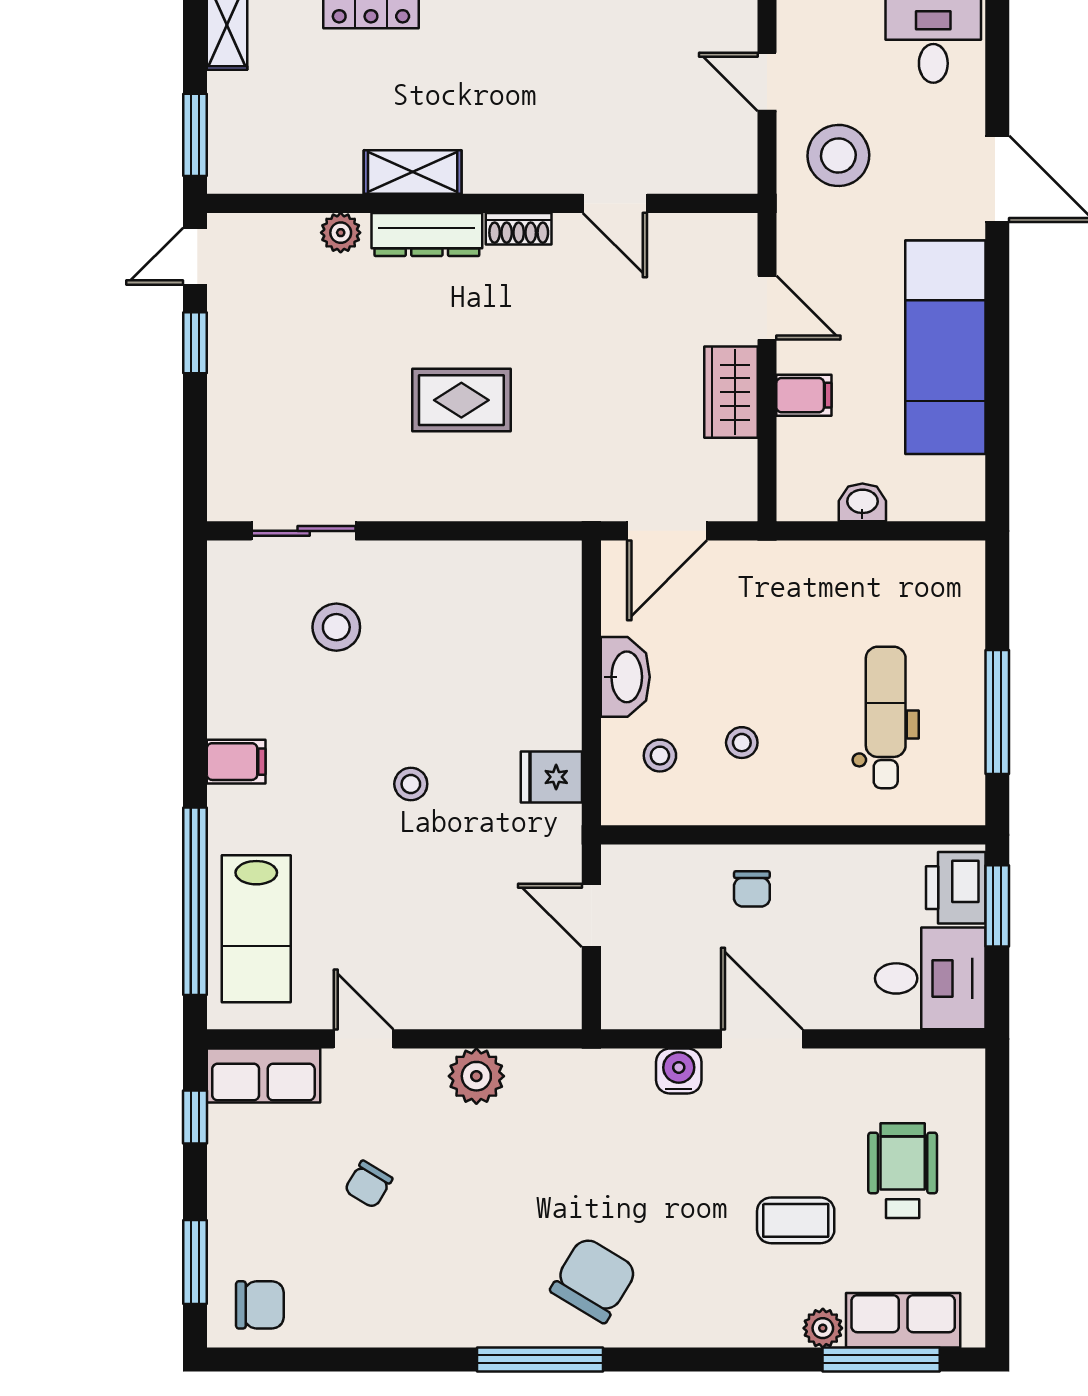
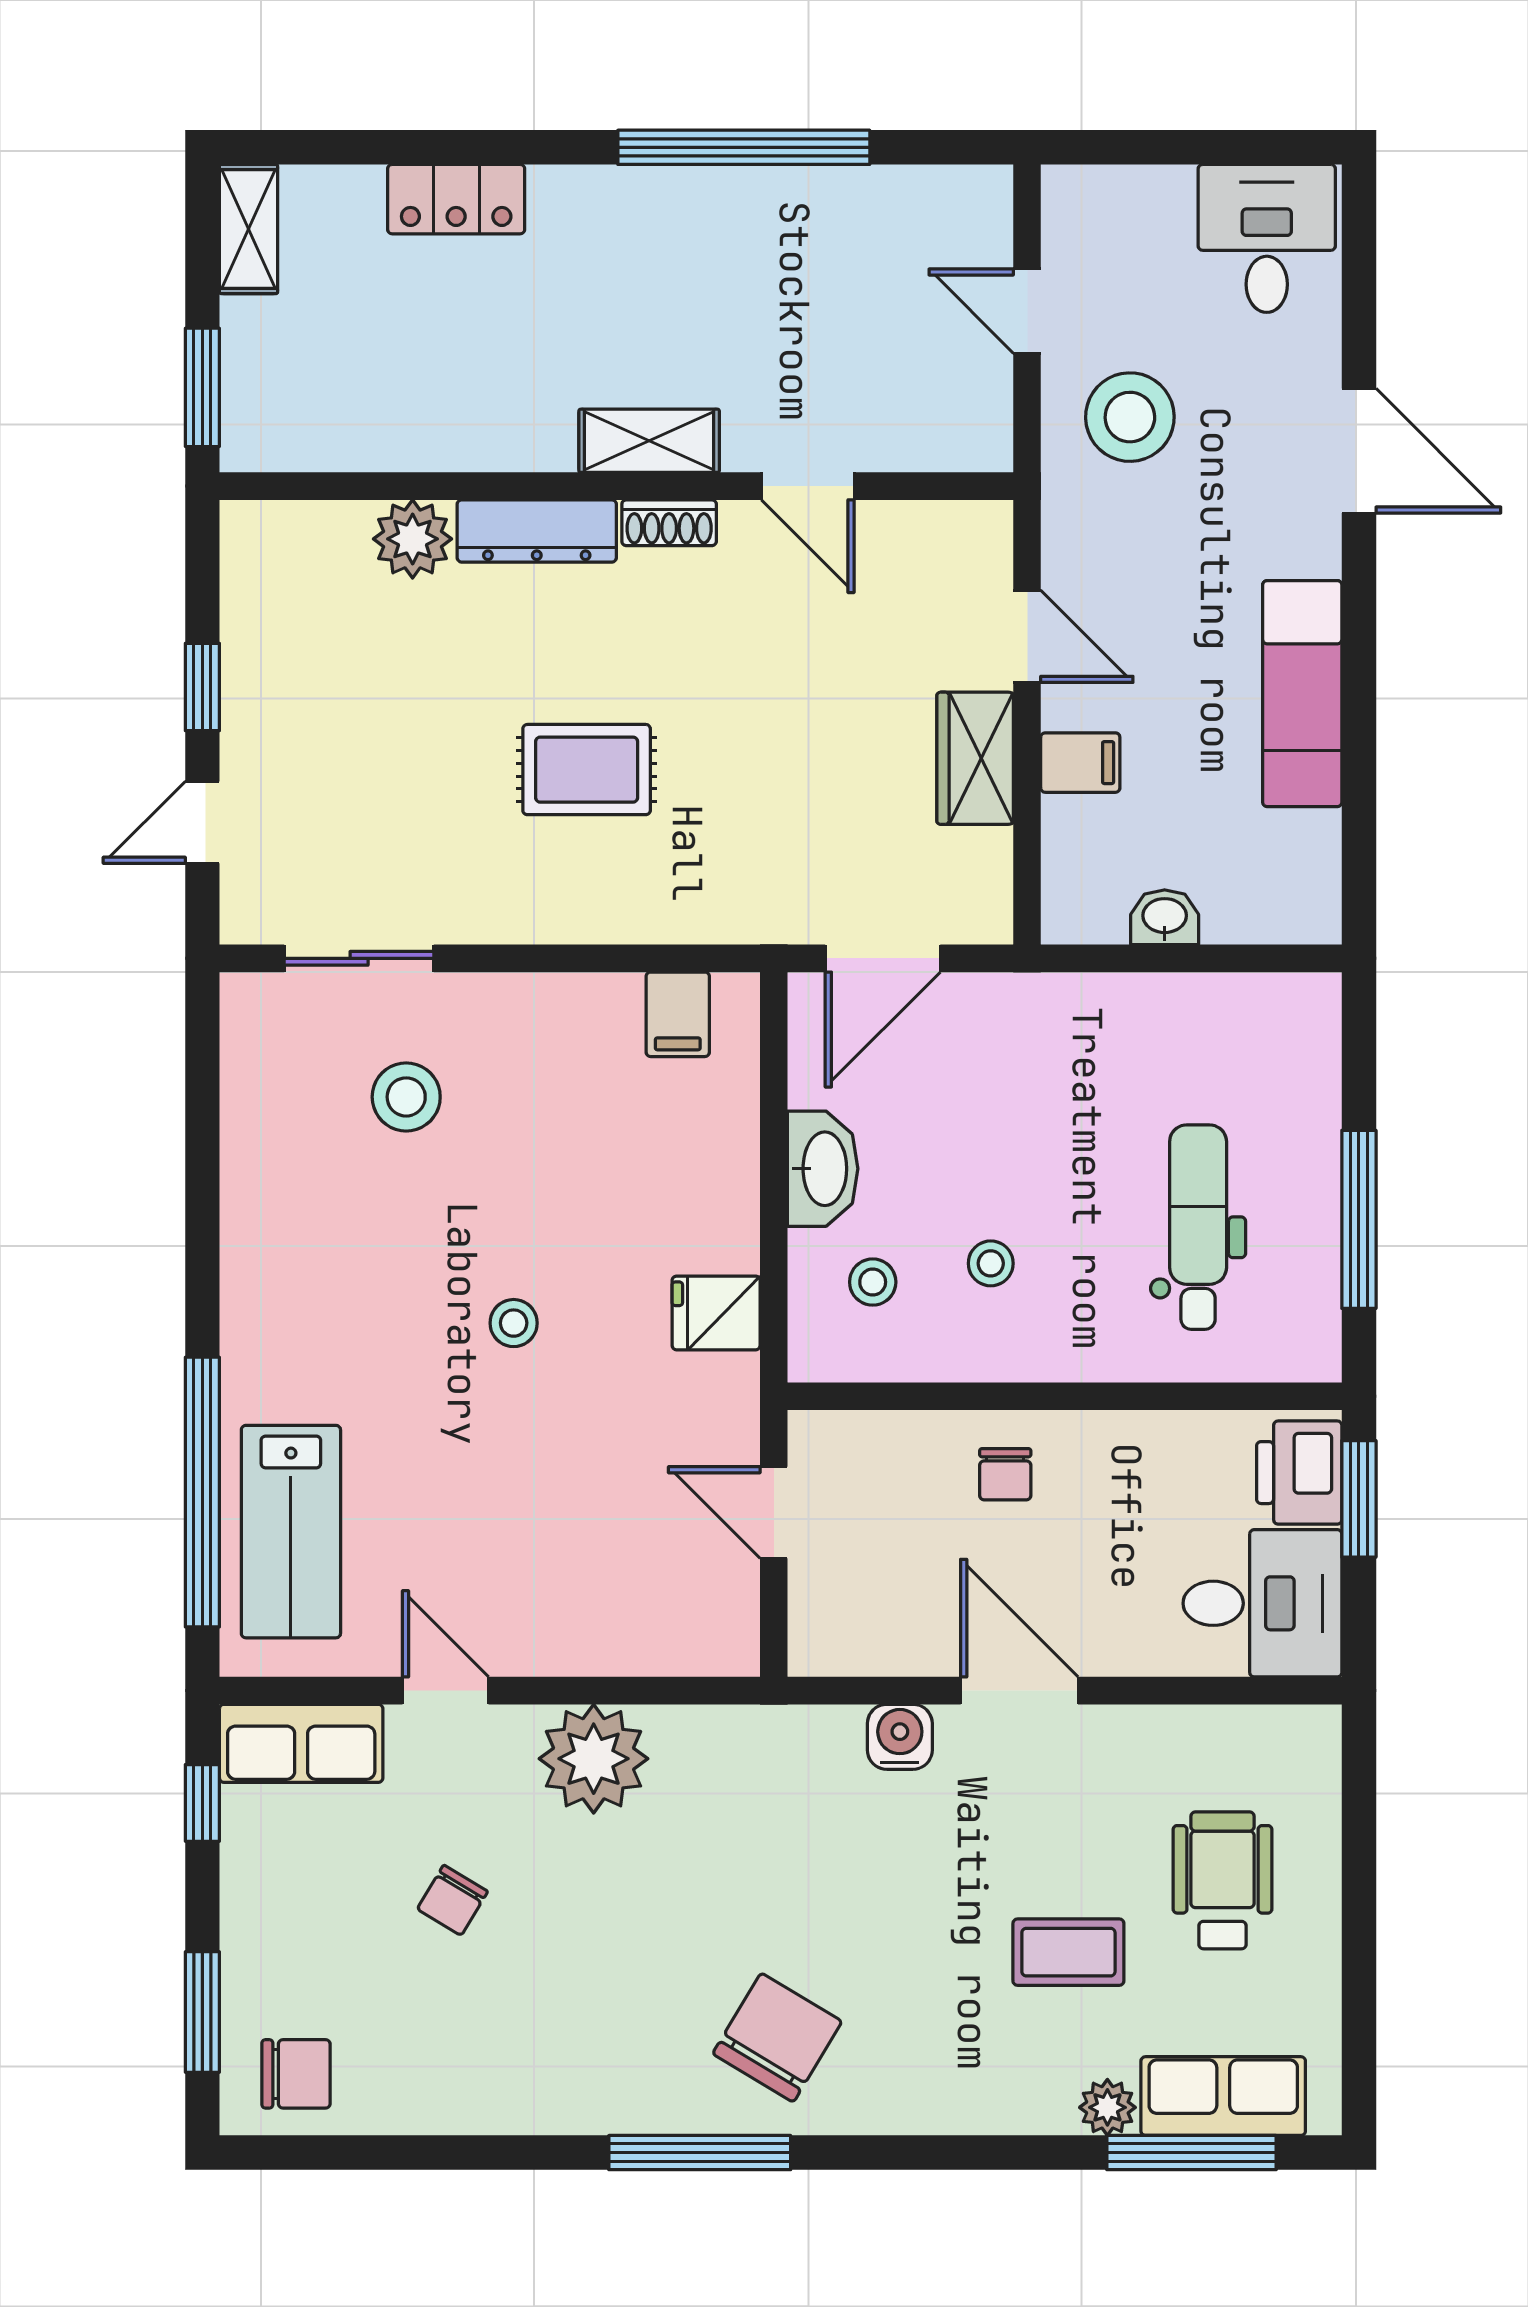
shelving: (413, 172) -> (649, 441), moved
plant: (341, 233) -> (413, 539), width x1.38, depth x1.38
door: (195, 256) -> (202, 822), moved
exam couch: (945, 347) -> (1302, 694), width x0.73, depth x0.69
filing cabinet: (236, 762) -> (678, 1014), moved, turned 90
plant: (476, 1076) -> (594, 1759), width x1.36, depth x1.36

